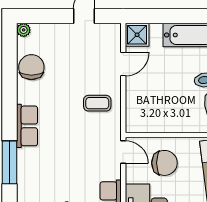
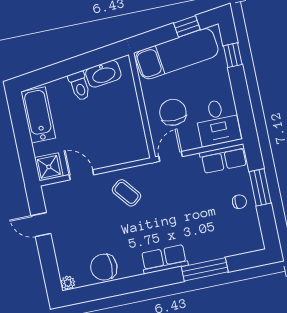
coffee table: (97, 103) -> (126, 193), turned -39

